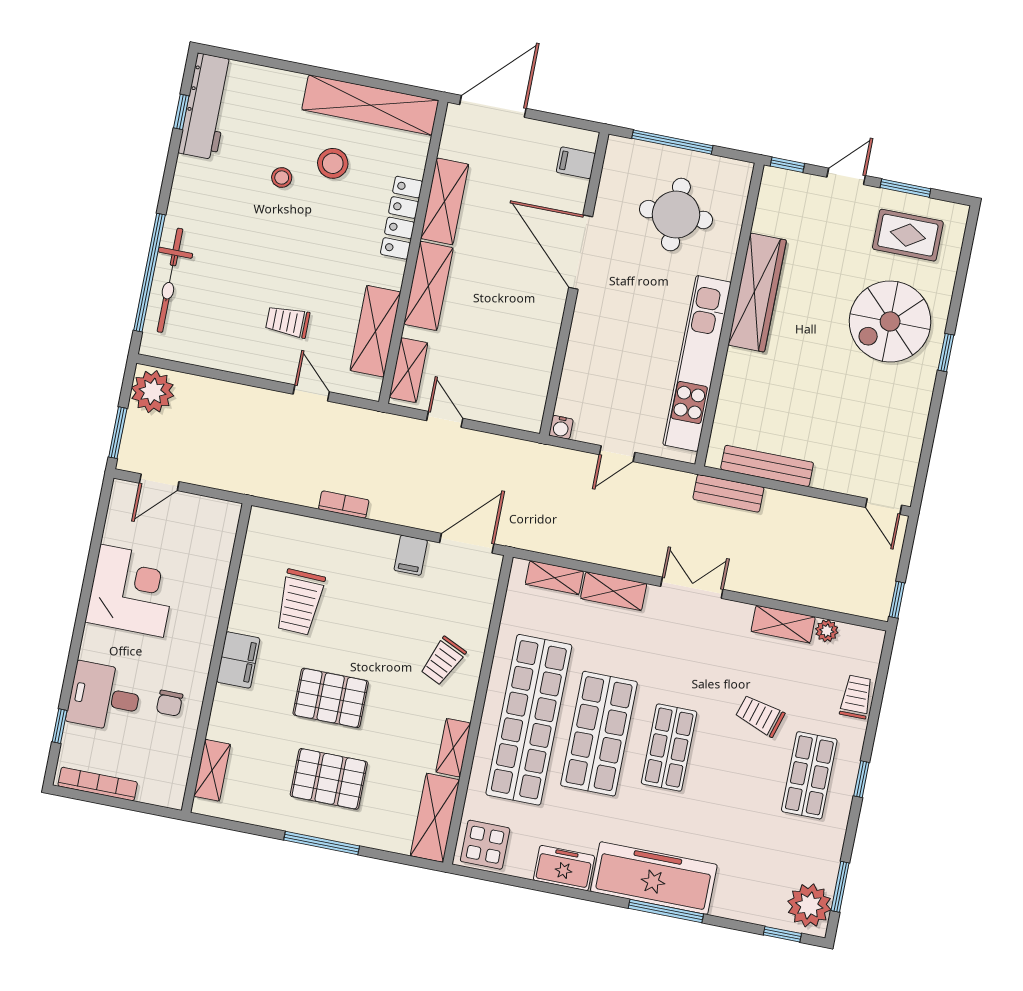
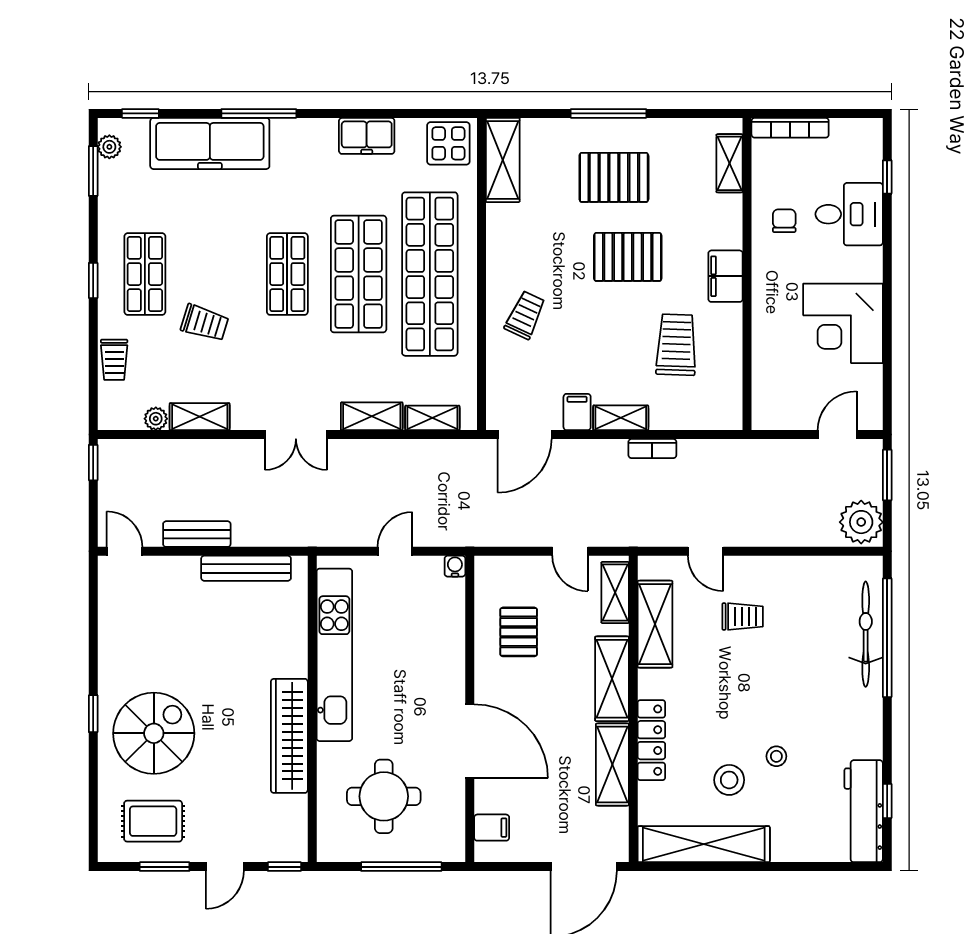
pallet: (511, 350) -> (519, 632), added
bench: (728, 493) -> (197, 534), moved
shelving: (453, 748) -> (621, 418), moved, turned 90
bookcase: (98, 784) -> (790, 128), moved
freezer: (654, 878) -> (210, 143), moved
plant: (809, 905) -> (109, 147), width x0.53, depth x0.53

